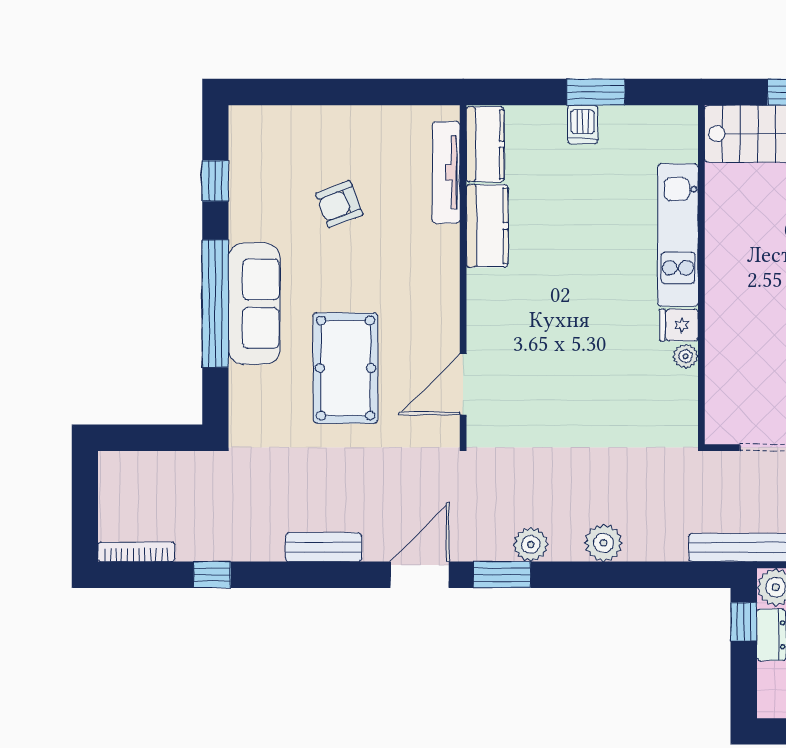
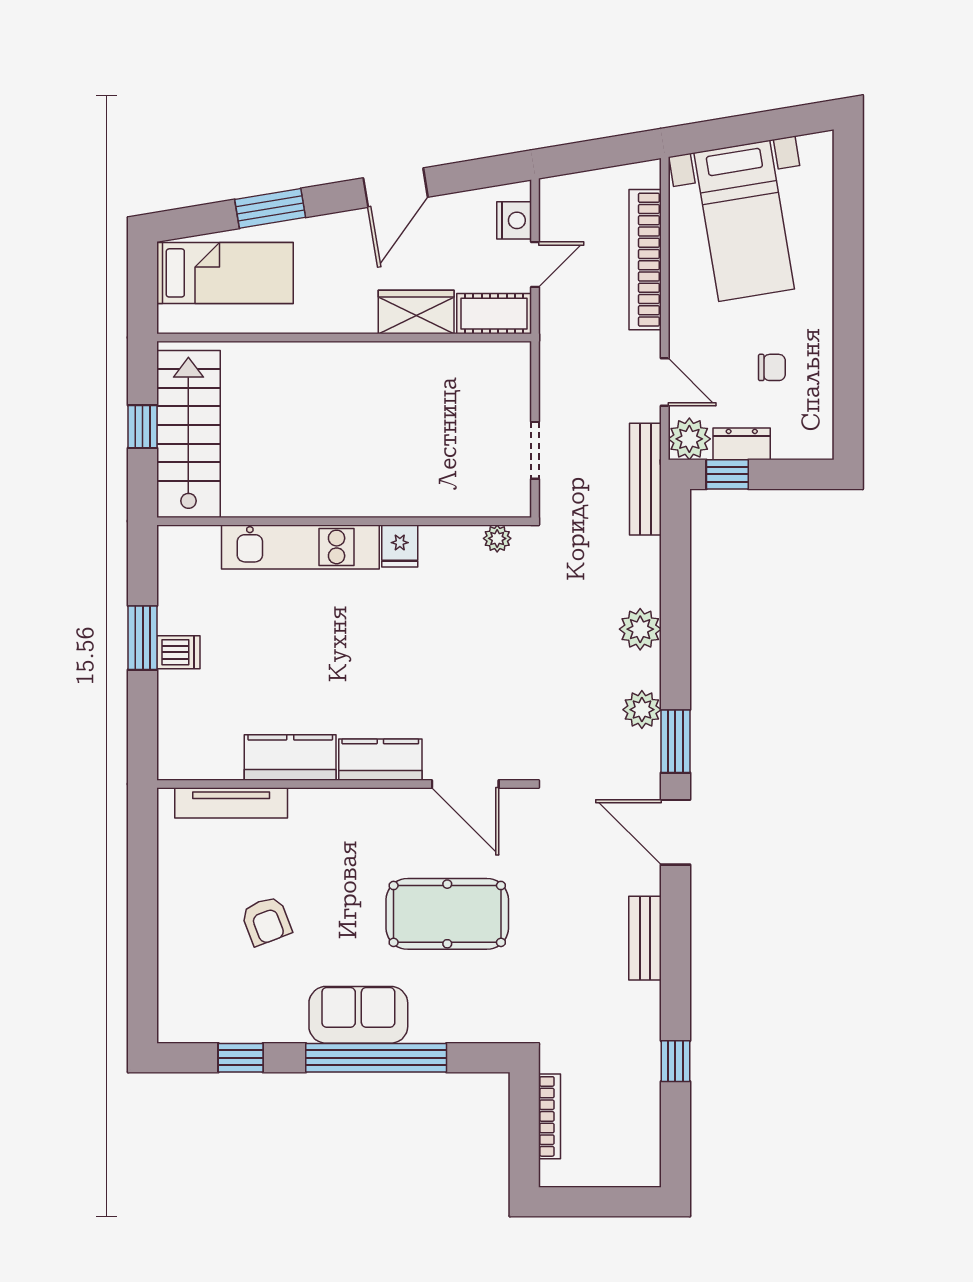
kitchen counter: (485, 144) -> (380, 760), moved
sofa: (254, 304) -> (358, 1015), width x0.73
plant: (686, 356) -> (497, 538), moved
bookcase: (136, 552) -> (549, 1116), moved, turned 180

